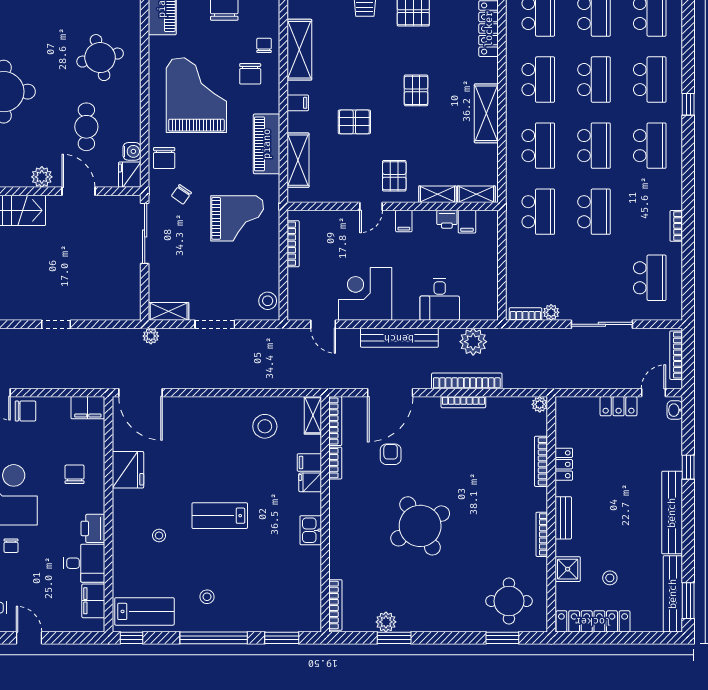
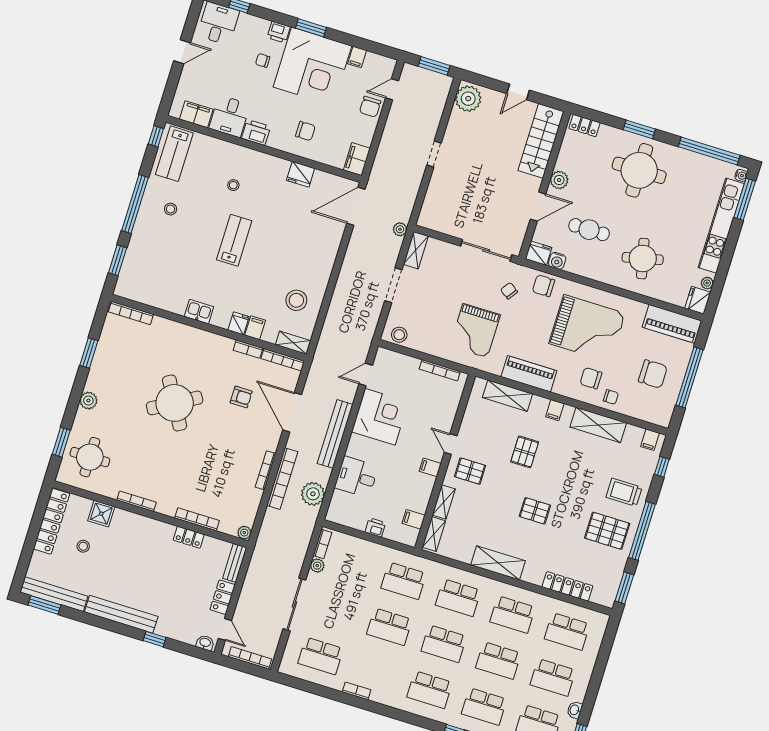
printer: (447, 219) -> (375, 527), moved, turned 90
fridge: (128, 470) -> (301, 174), width x0.73, depth x0.75
bench: (563, 518) -> (235, 563), moved, turned 90
plant: (386, 622) -> (88, 401), moved

